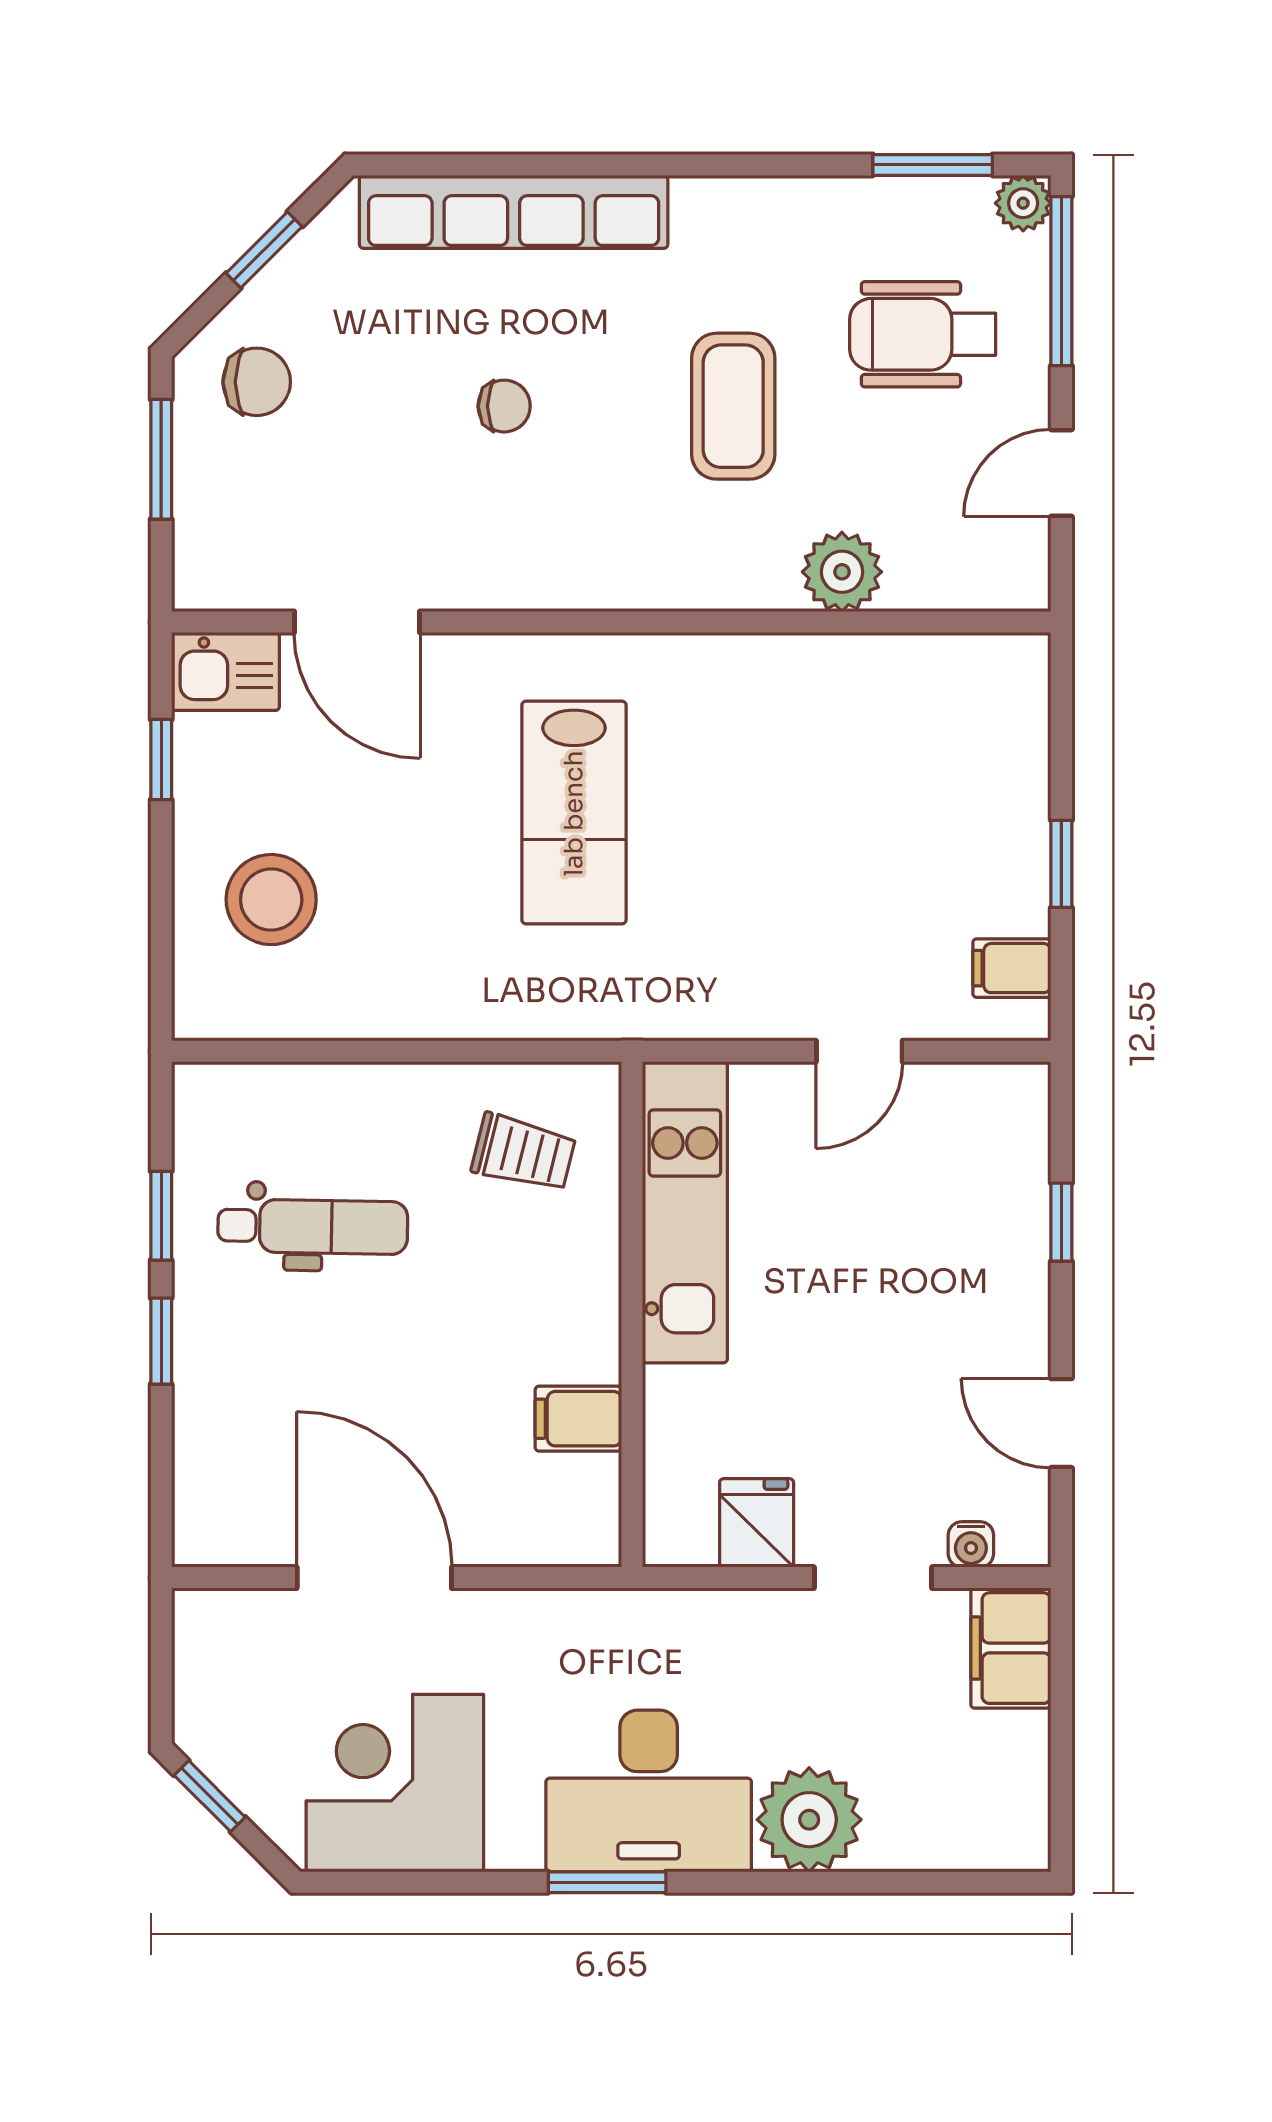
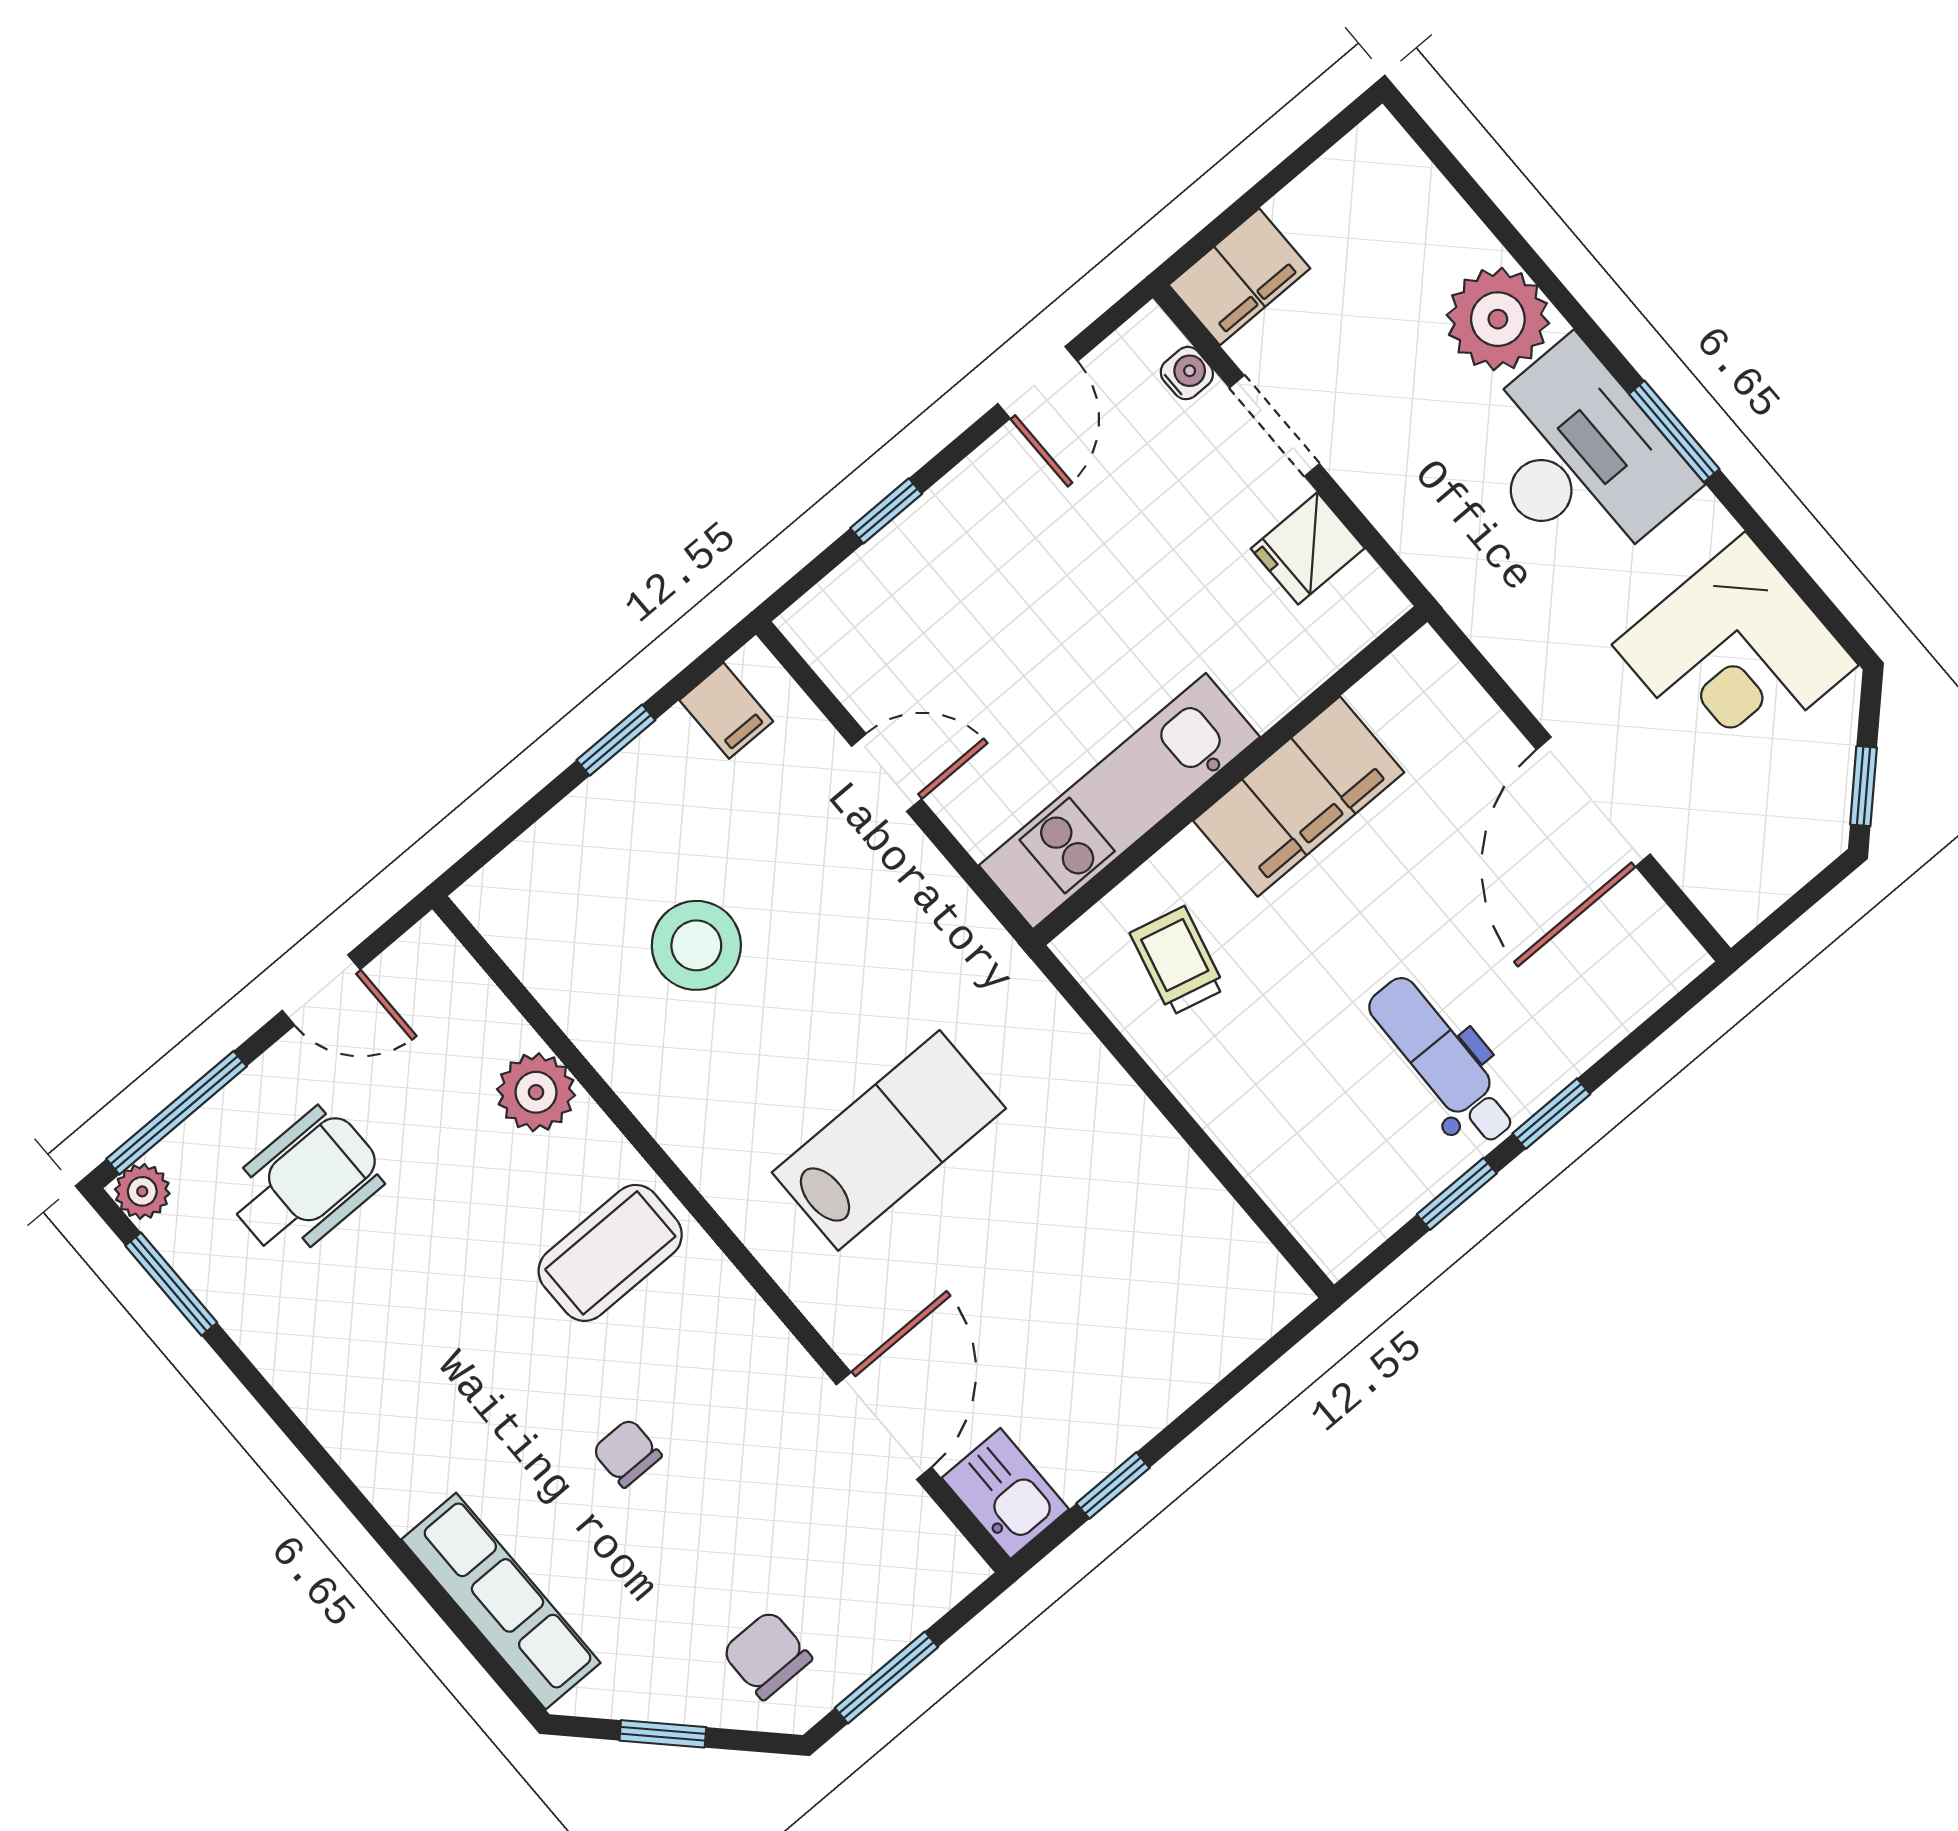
row of seats: (514, 212) -> (501, 1601), width x0.73
wheelchair: (923, 334) -> (305, 1183), turned -90
coffee table: (733, 406) -> (610, 1253), moved
stool: (271, 900) -> (696, 945), moved
dental chair: (313, 1227) -> (1442, 1061), moved
filing cabinet: (578, 1419) -> (1299, 796), width x3.00, depth x1.17

